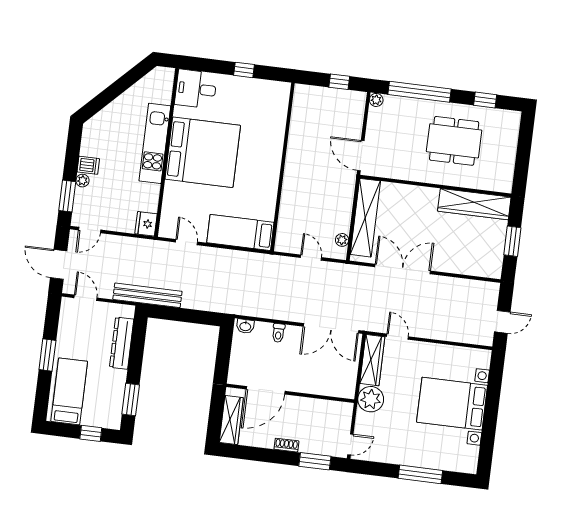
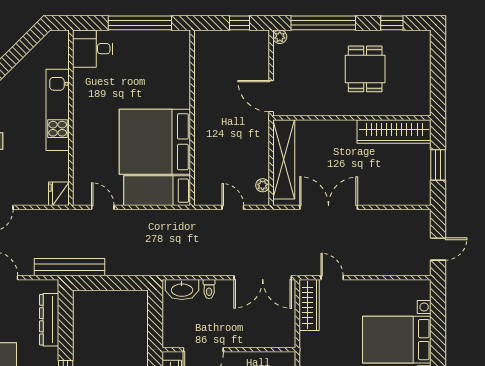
window: (244, 70) -> (140, 23), width x3.17
dining table: (454, 141) -> (365, 69), width x0.73
bed: (203, 152) -> (155, 142), moved, turned 180
washbasin: (245, 326) -> (182, 290), width x1.91, depth x1.45
plant: (371, 399) -> (312, 345), removed

